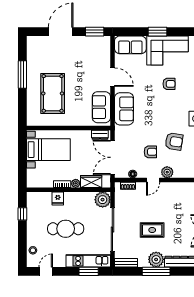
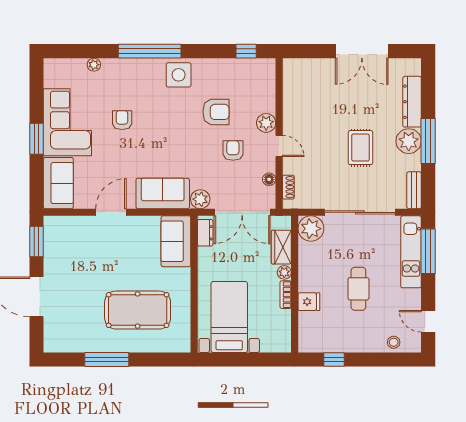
sofa: (101, 107) -> (176, 241), moved, turned 90
plant: (120, 132) -> (200, 199), added
armchair: (174, 142) -> (216, 112), turned 81
cafe table: (66, 229) -> (358, 289), width x0.73, depth x0.74
window: (89, 271) -> (428, 251), width x1.44

